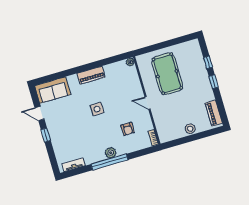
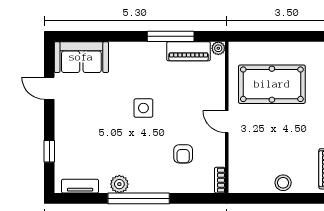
window: (101, 63) -> (171, 36), added
pool table: (167, 74) -> (272, 84), turned 90
piano: (91, 75) -> (188, 51), moved
window: (46, 135) -> (49, 151), moved
plant: (111, 153) -> (119, 184), moved

